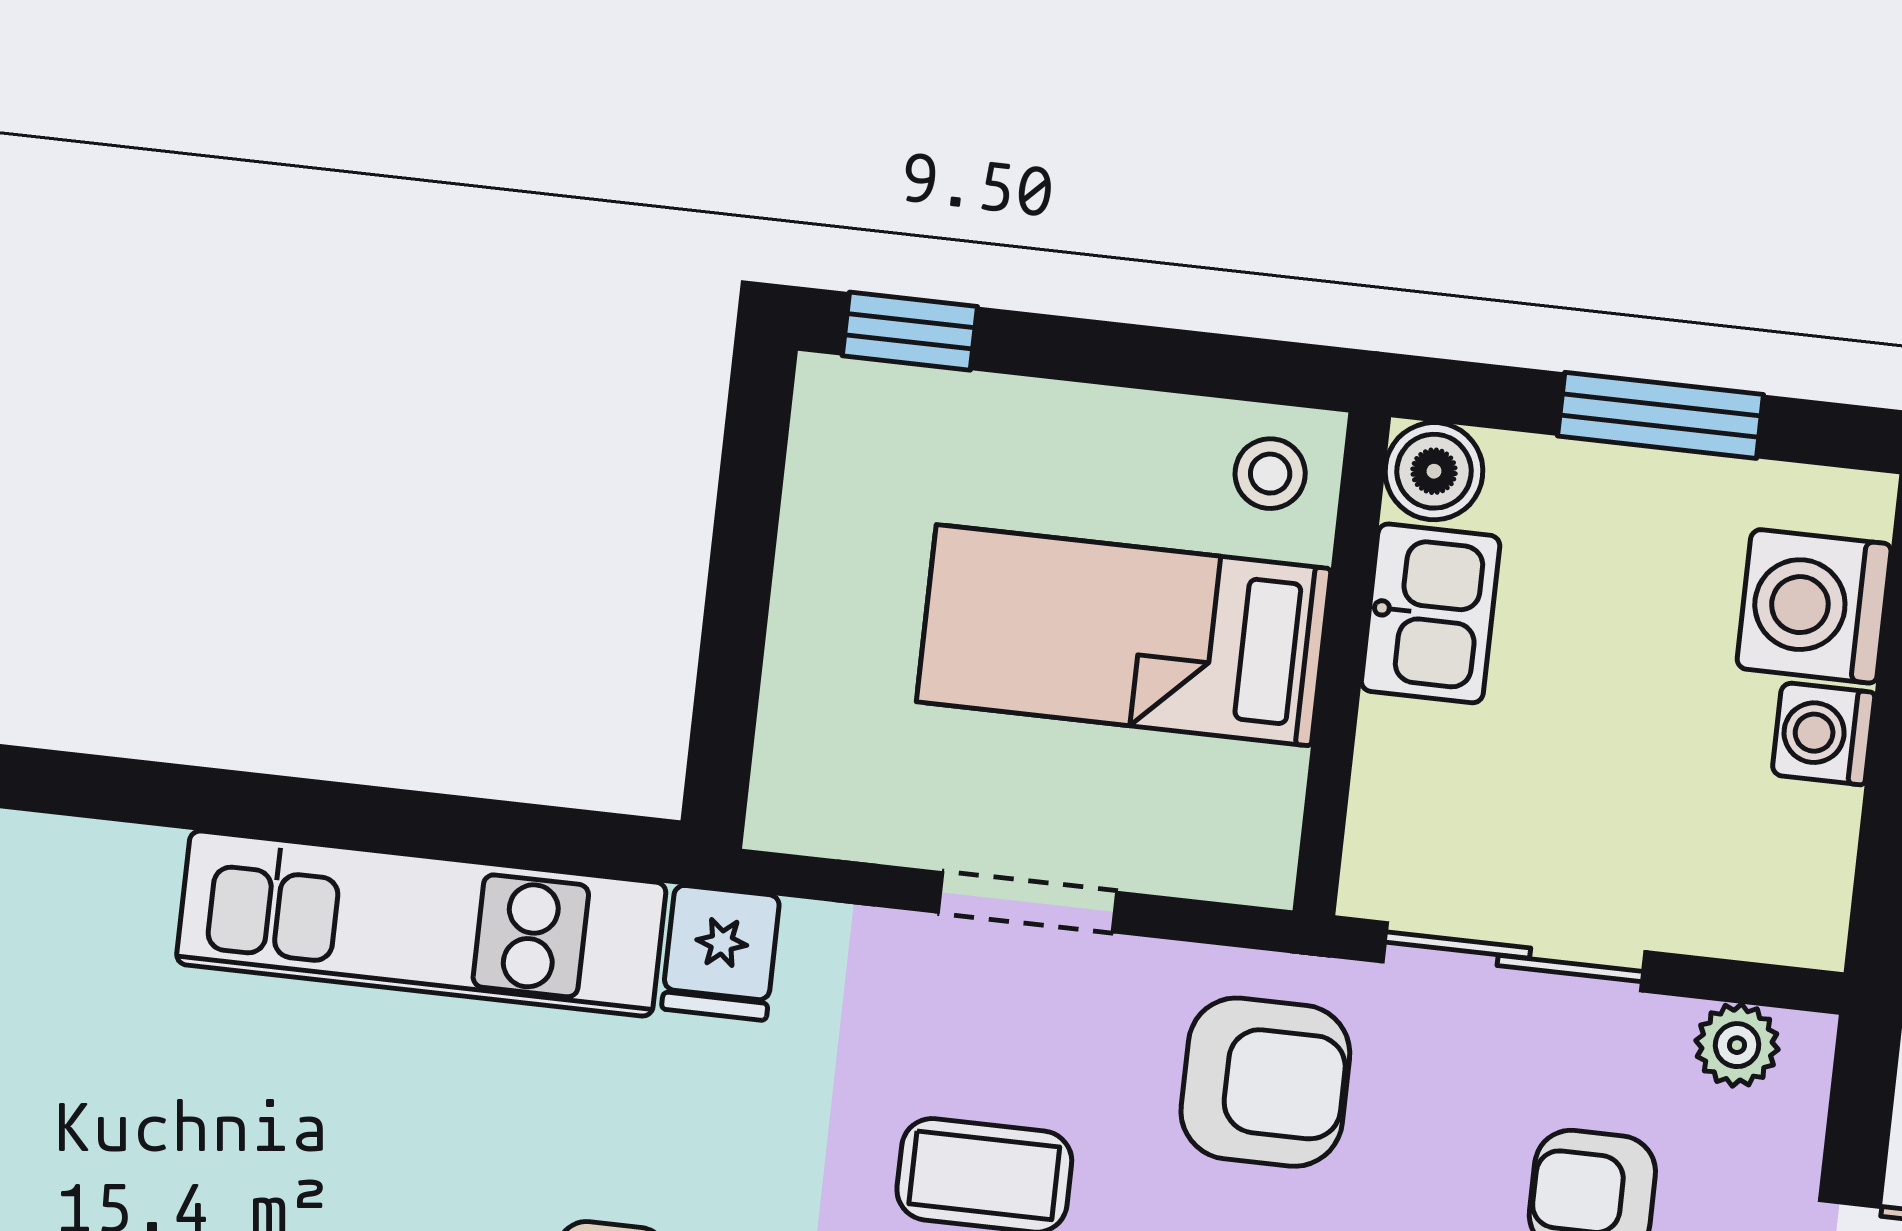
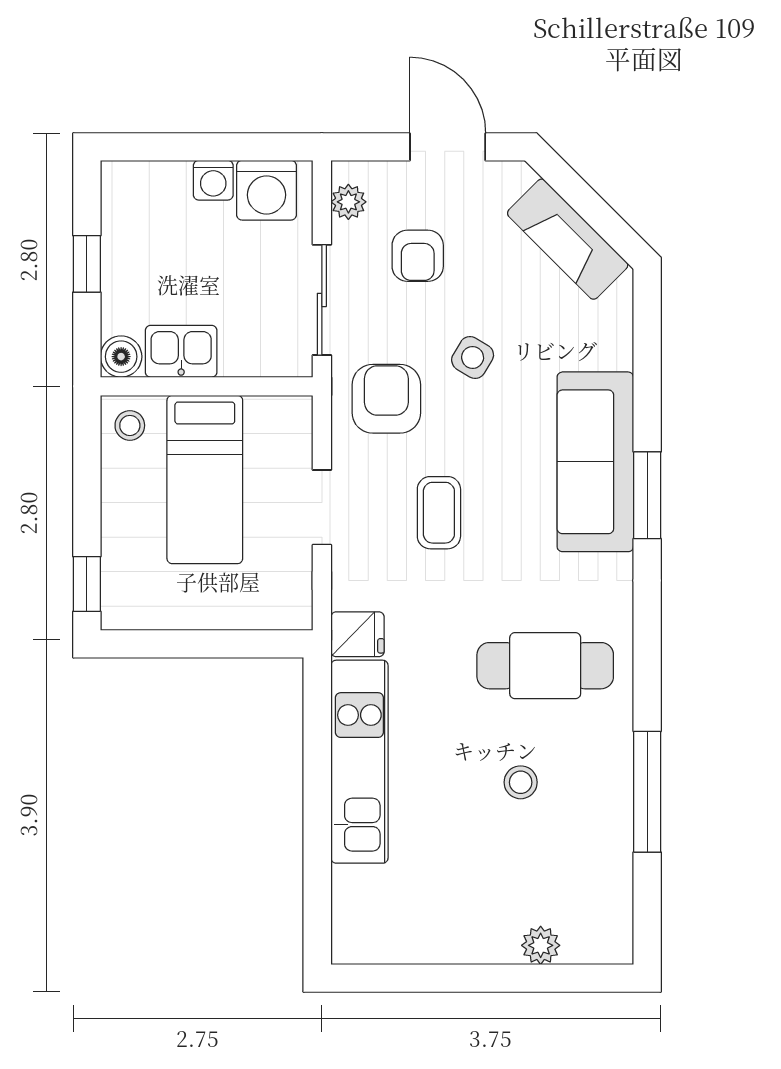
window: (1661, 415) -> (87, 264), width x0.67
washing machine: (1814, 606) -> (267, 190), moved

